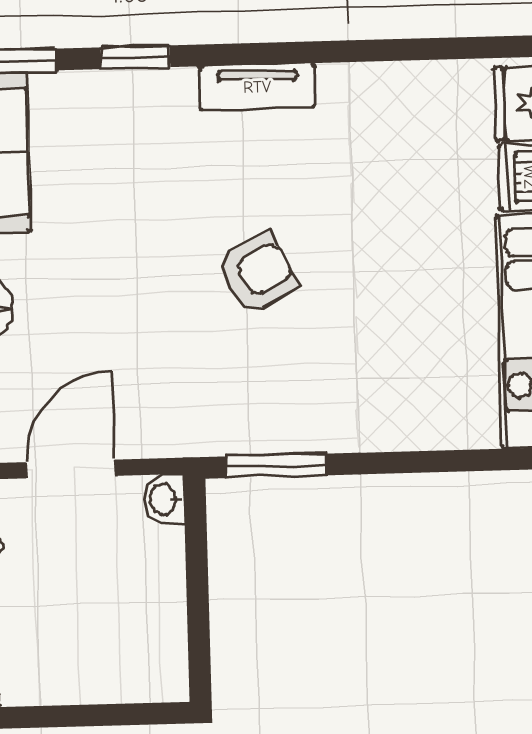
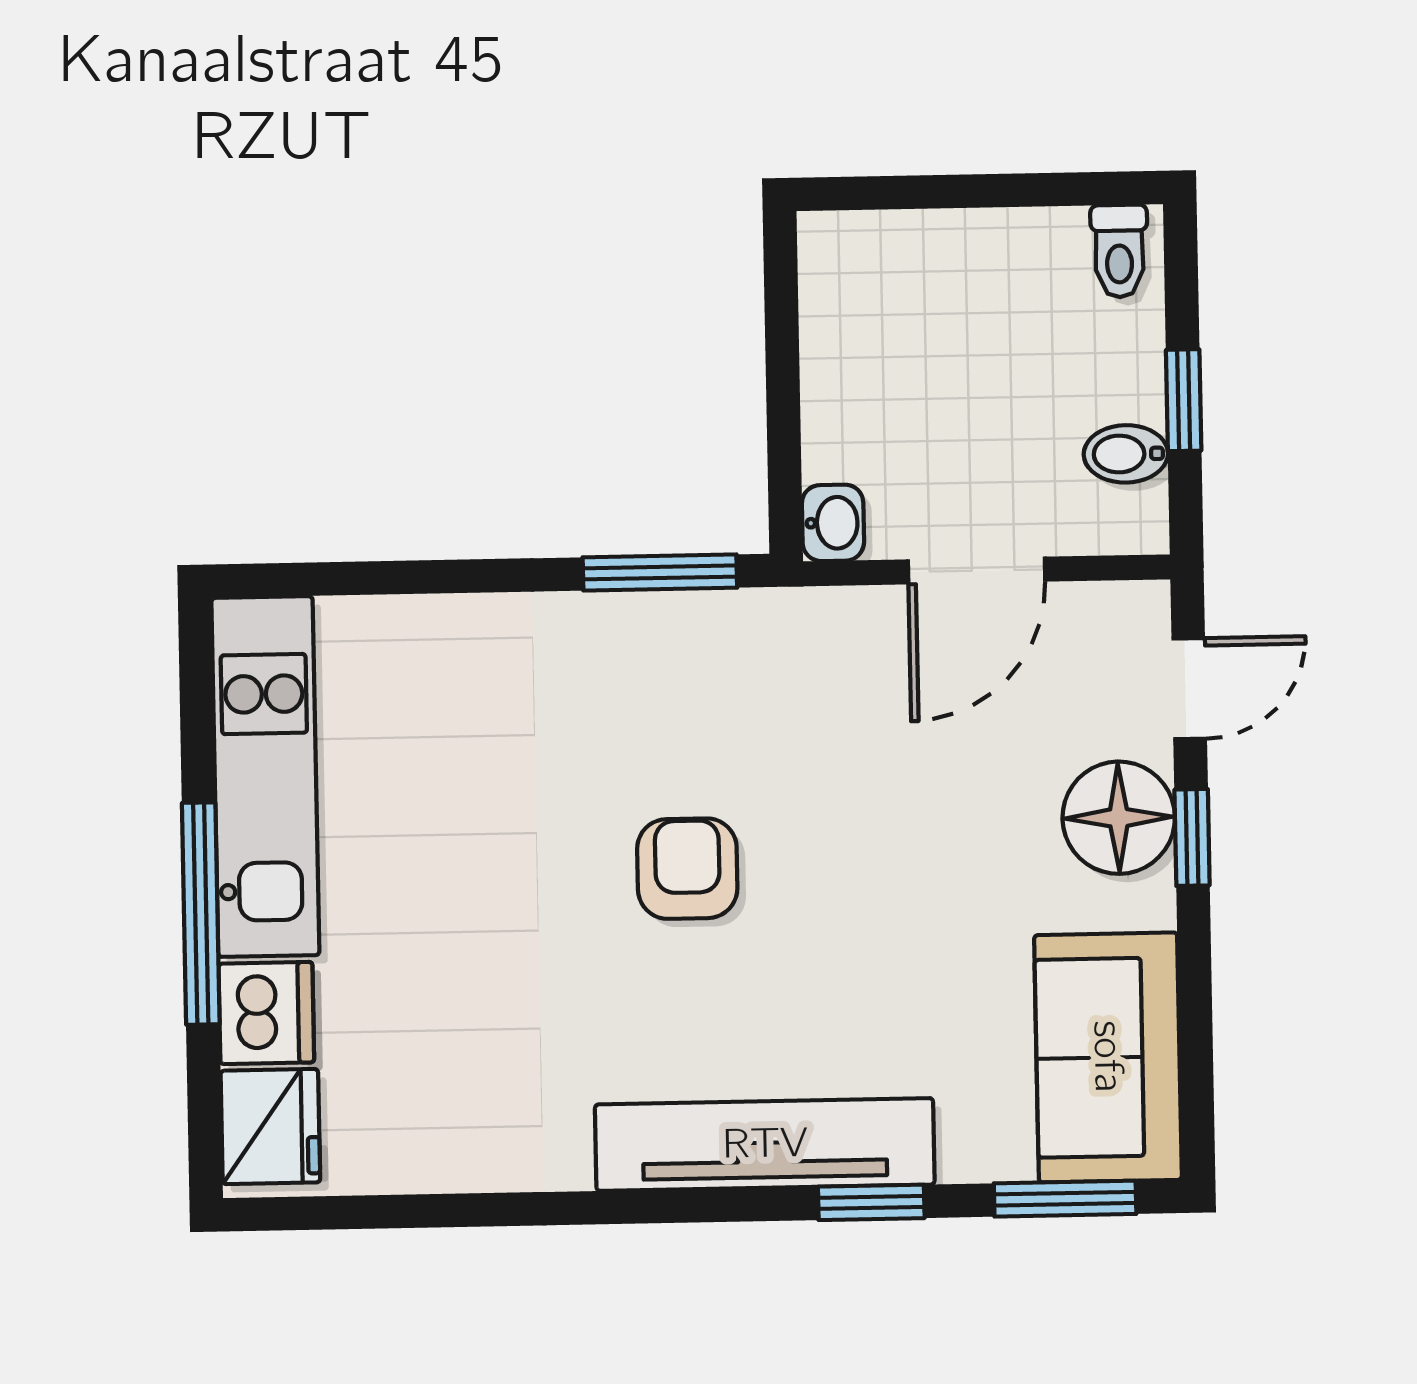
tv unit: (257, 87) -> (765, 1144), width x1.92, depth x1.29
armchair: (257, 273) -> (687, 869), turned 118

